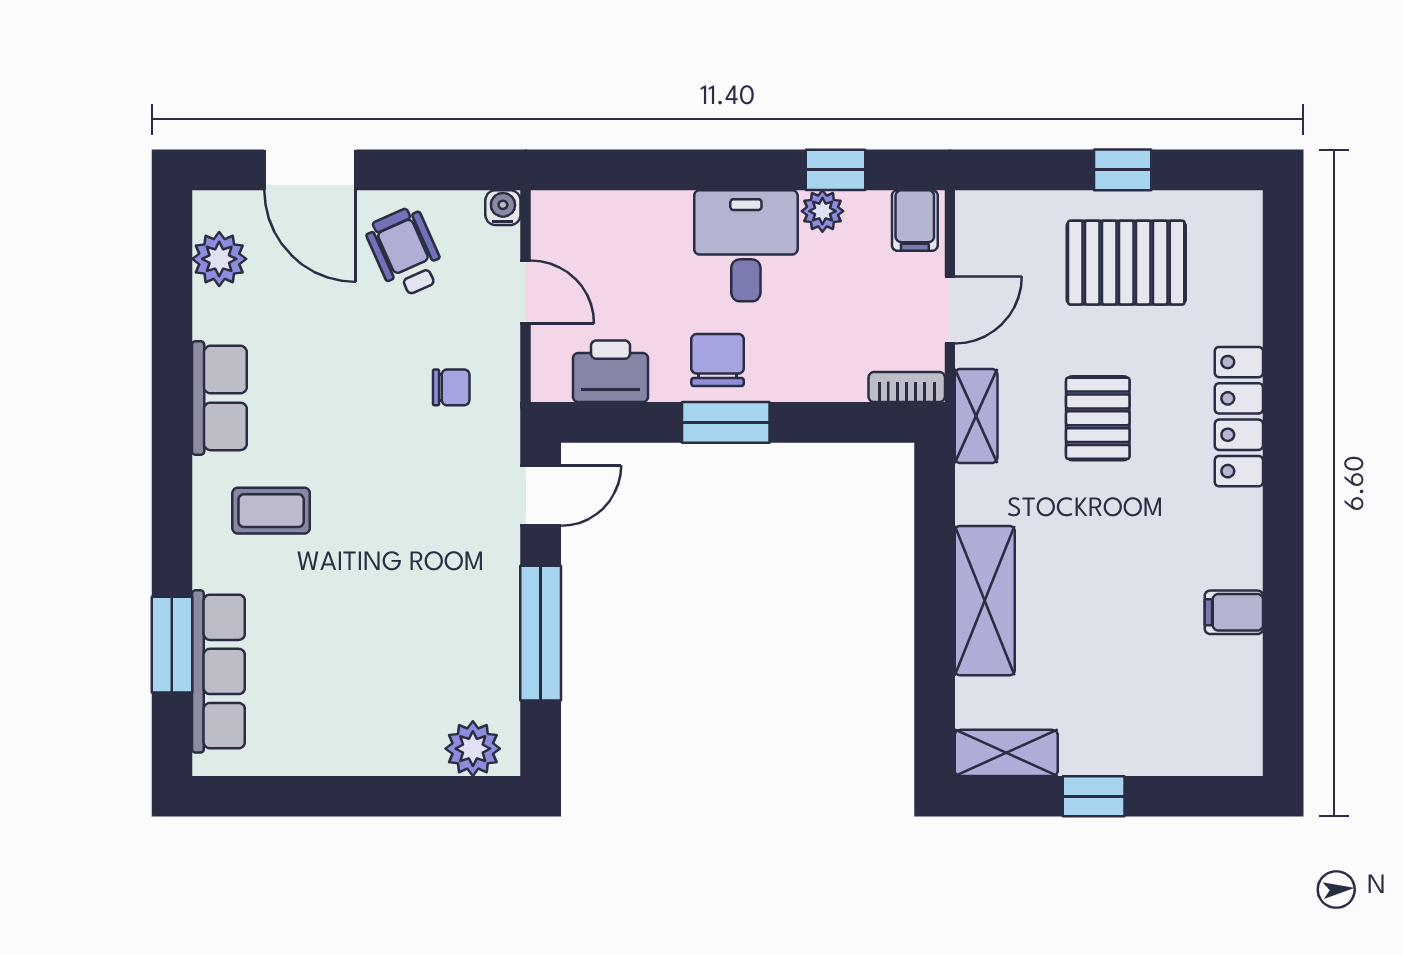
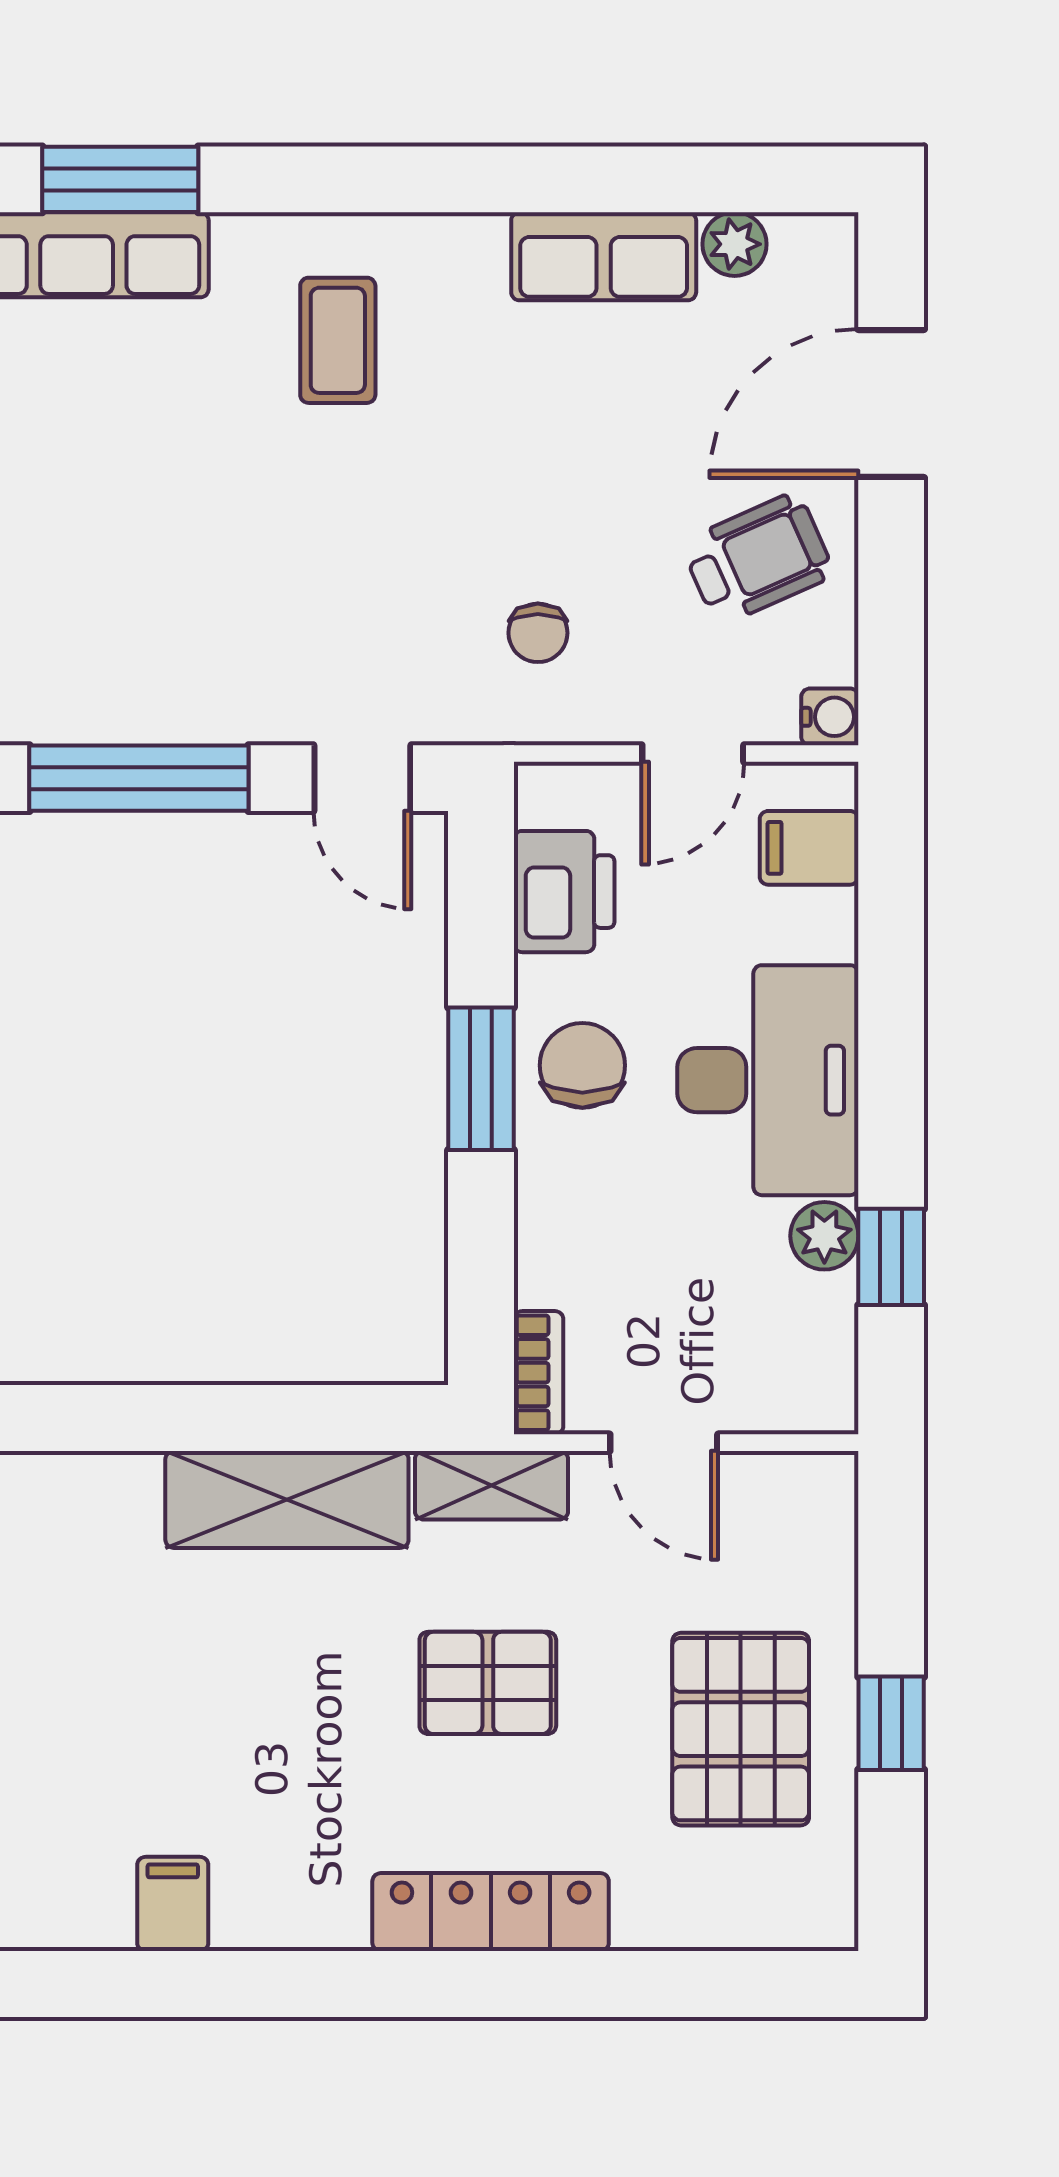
filing cabinet: (915, 220) -> (809, 848), moved
desk: (746, 246) -> (768, 1080), width x1.37
plant: (219, 259) -> (735, 244), width x0.73, depth x0.73
chair: (718, 360) -> (582, 1065), turned -90
row of seats: (219, 398) -> (604, 256), moved
shelving: (985, 601) -> (287, 1499), moved

